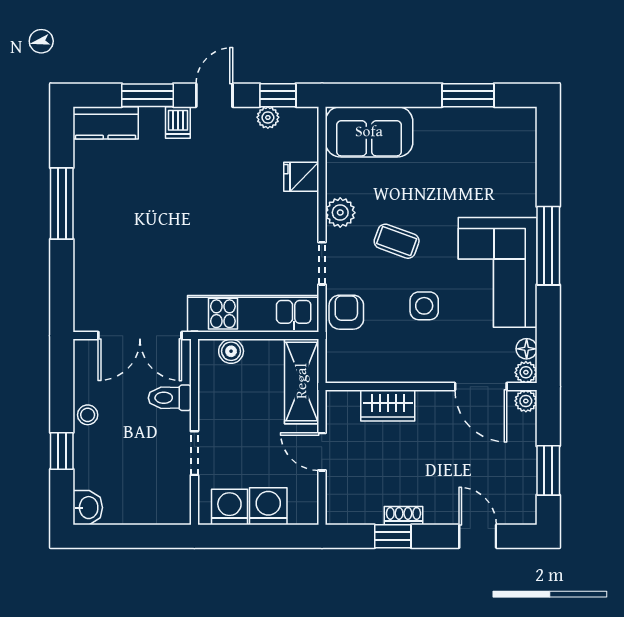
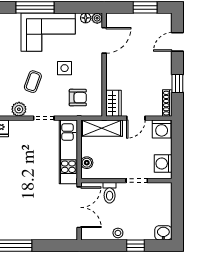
armchair: (346, 312) -> (78, 98), moved, turned 180
plant: (526, 401) -> (111, 18), removed
wardrobe: (388, 406) -> (113, 103), moved
washing machine: (268, 506) -> (162, 129), moved, turned -90
shoe rack: (403, 516) -> (167, 103), moved, width x1.43

